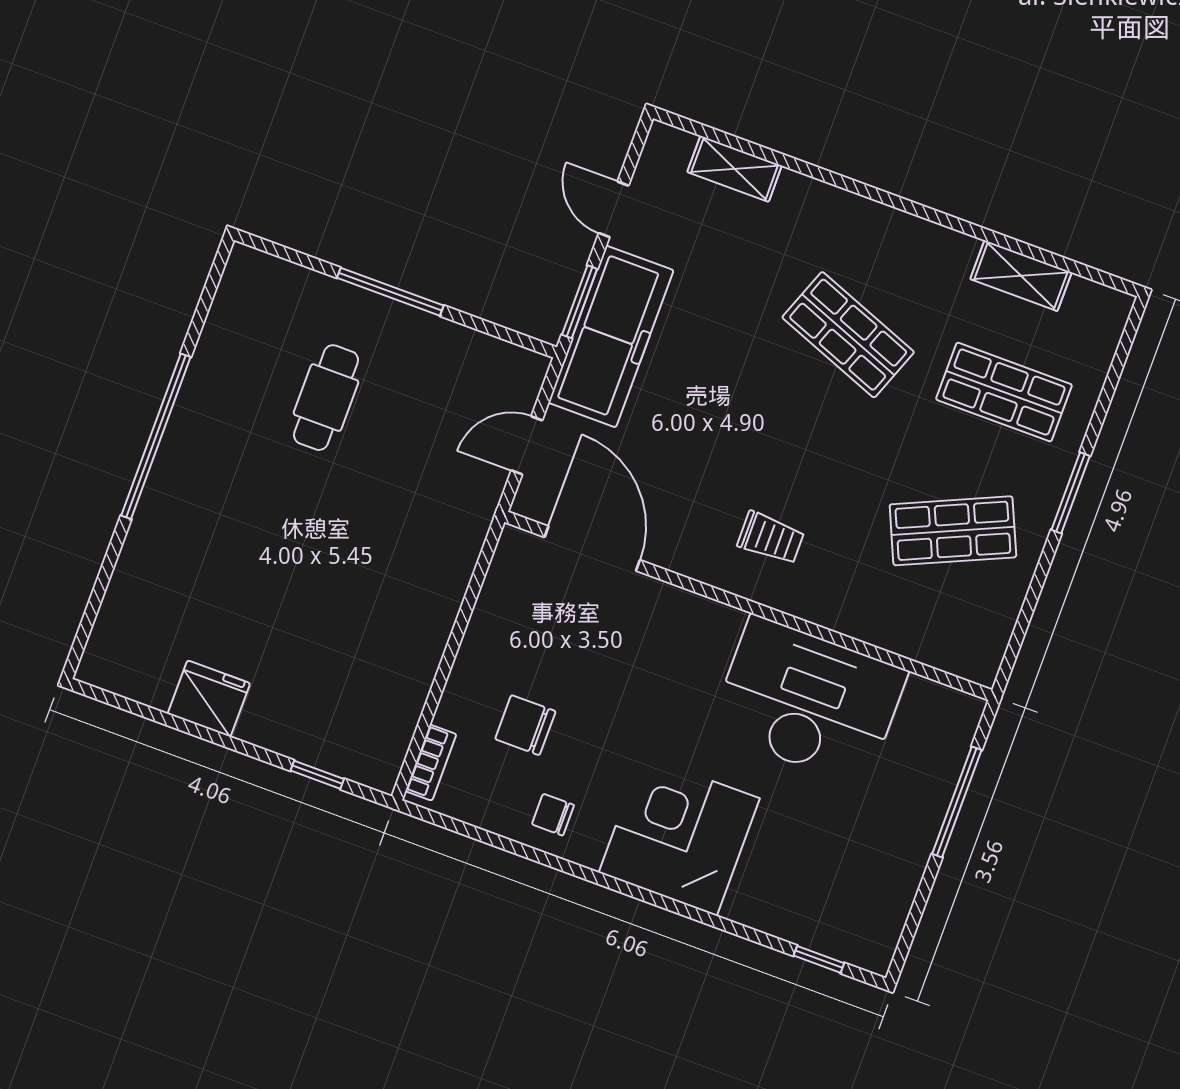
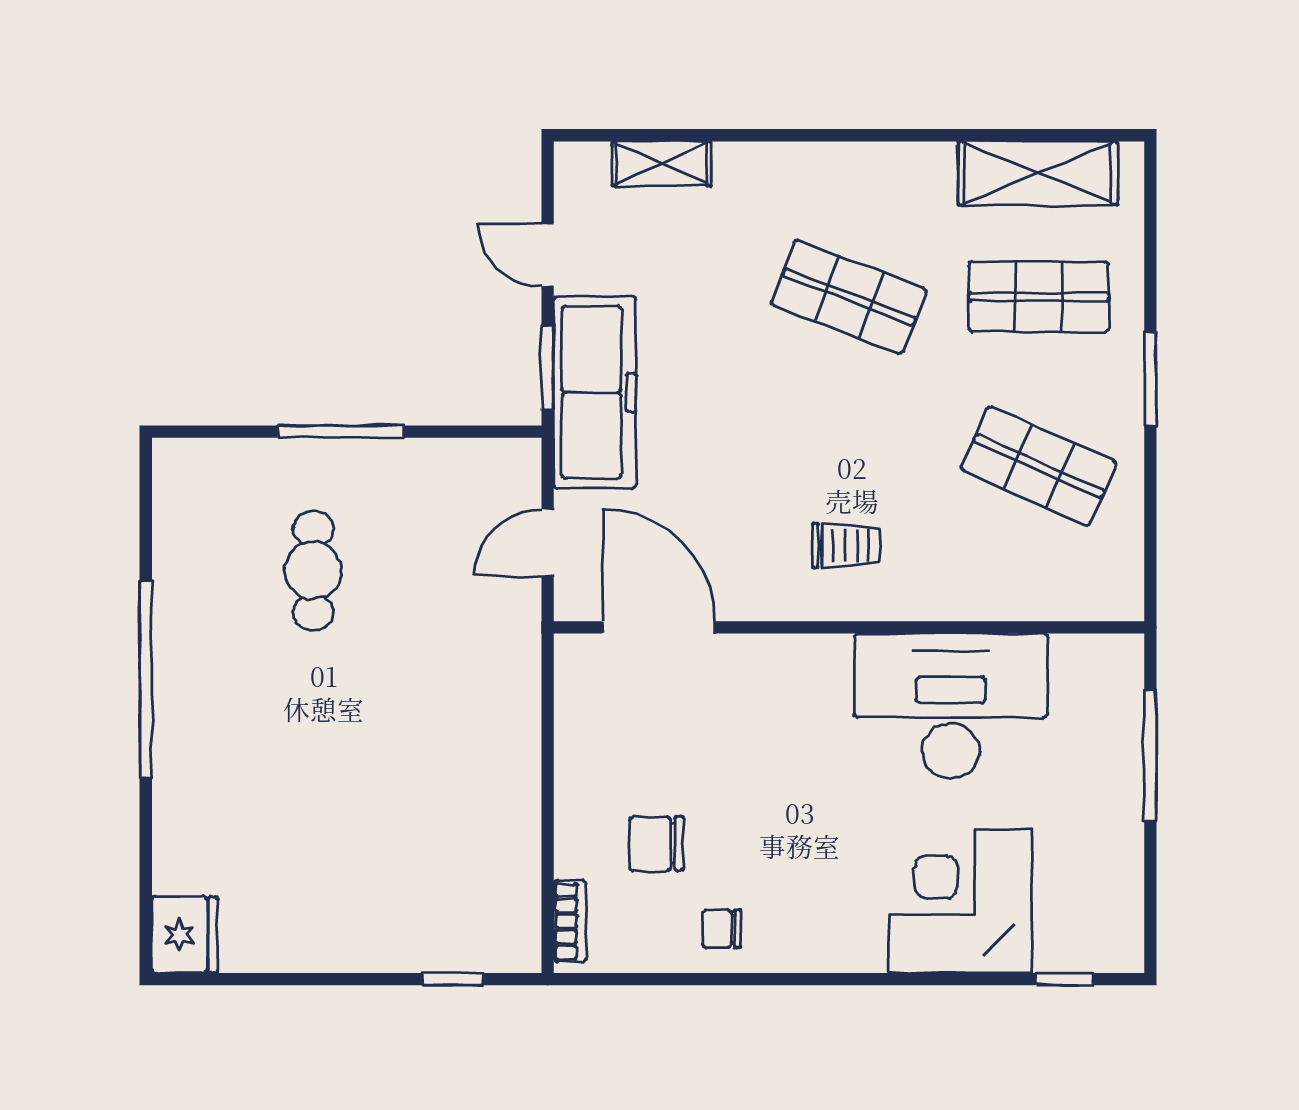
shelving: (1021, 276) -> (1038, 173), width x1.50, depth x1.33
shop shelf: (953, 531) -> (1039, 466), turned 48
fridge: (209, 699) -> (185, 935), moved, turned 90
corner desk: (679, 835) -> (960, 901), moved

